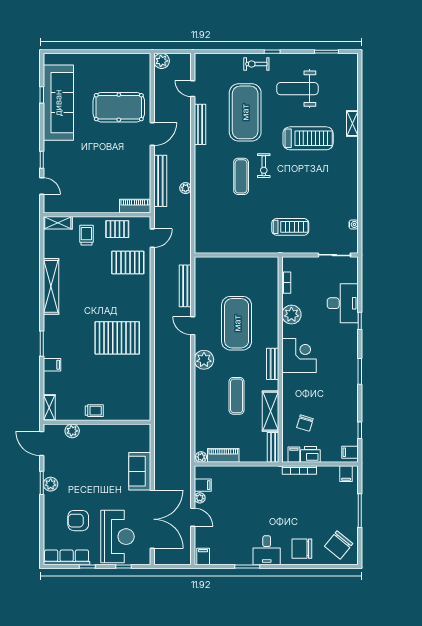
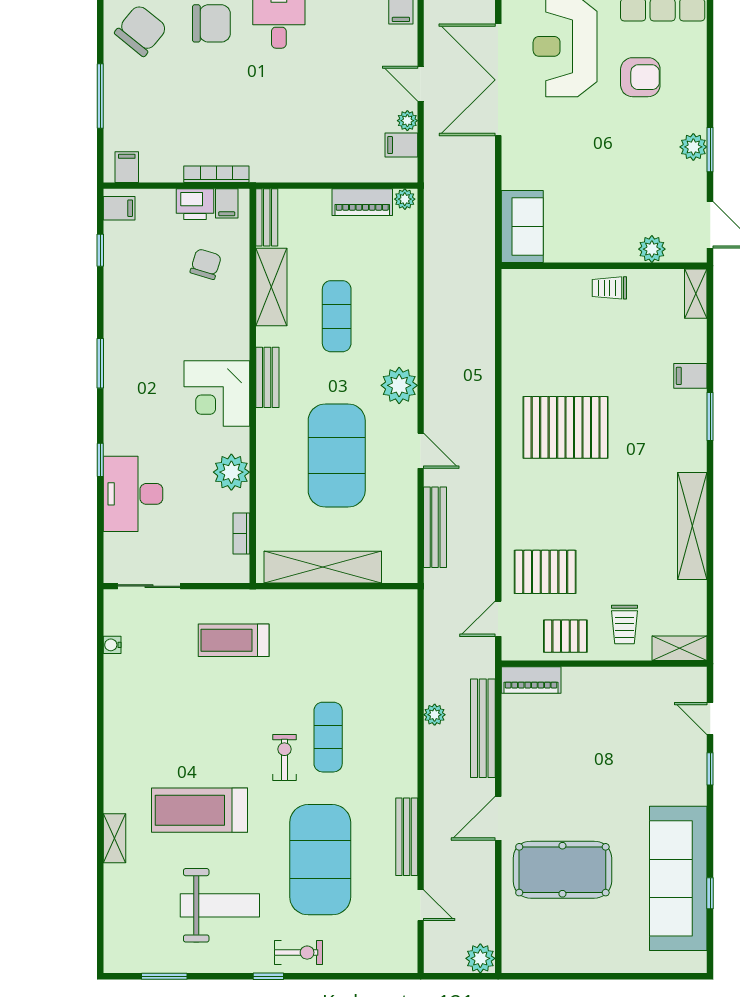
shelving: (244, 265) -> (323, 567), added
sofa: (140, 471) -> (522, 226), moved

